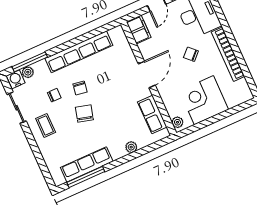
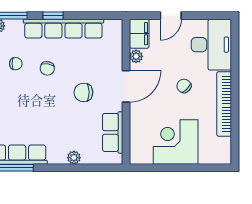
window: (66, 45) -> (53, 16), added
chair: (84, 114) -> (83, 92), moved, turned -105
plant: (177, 122) -> (136, 56), moved

